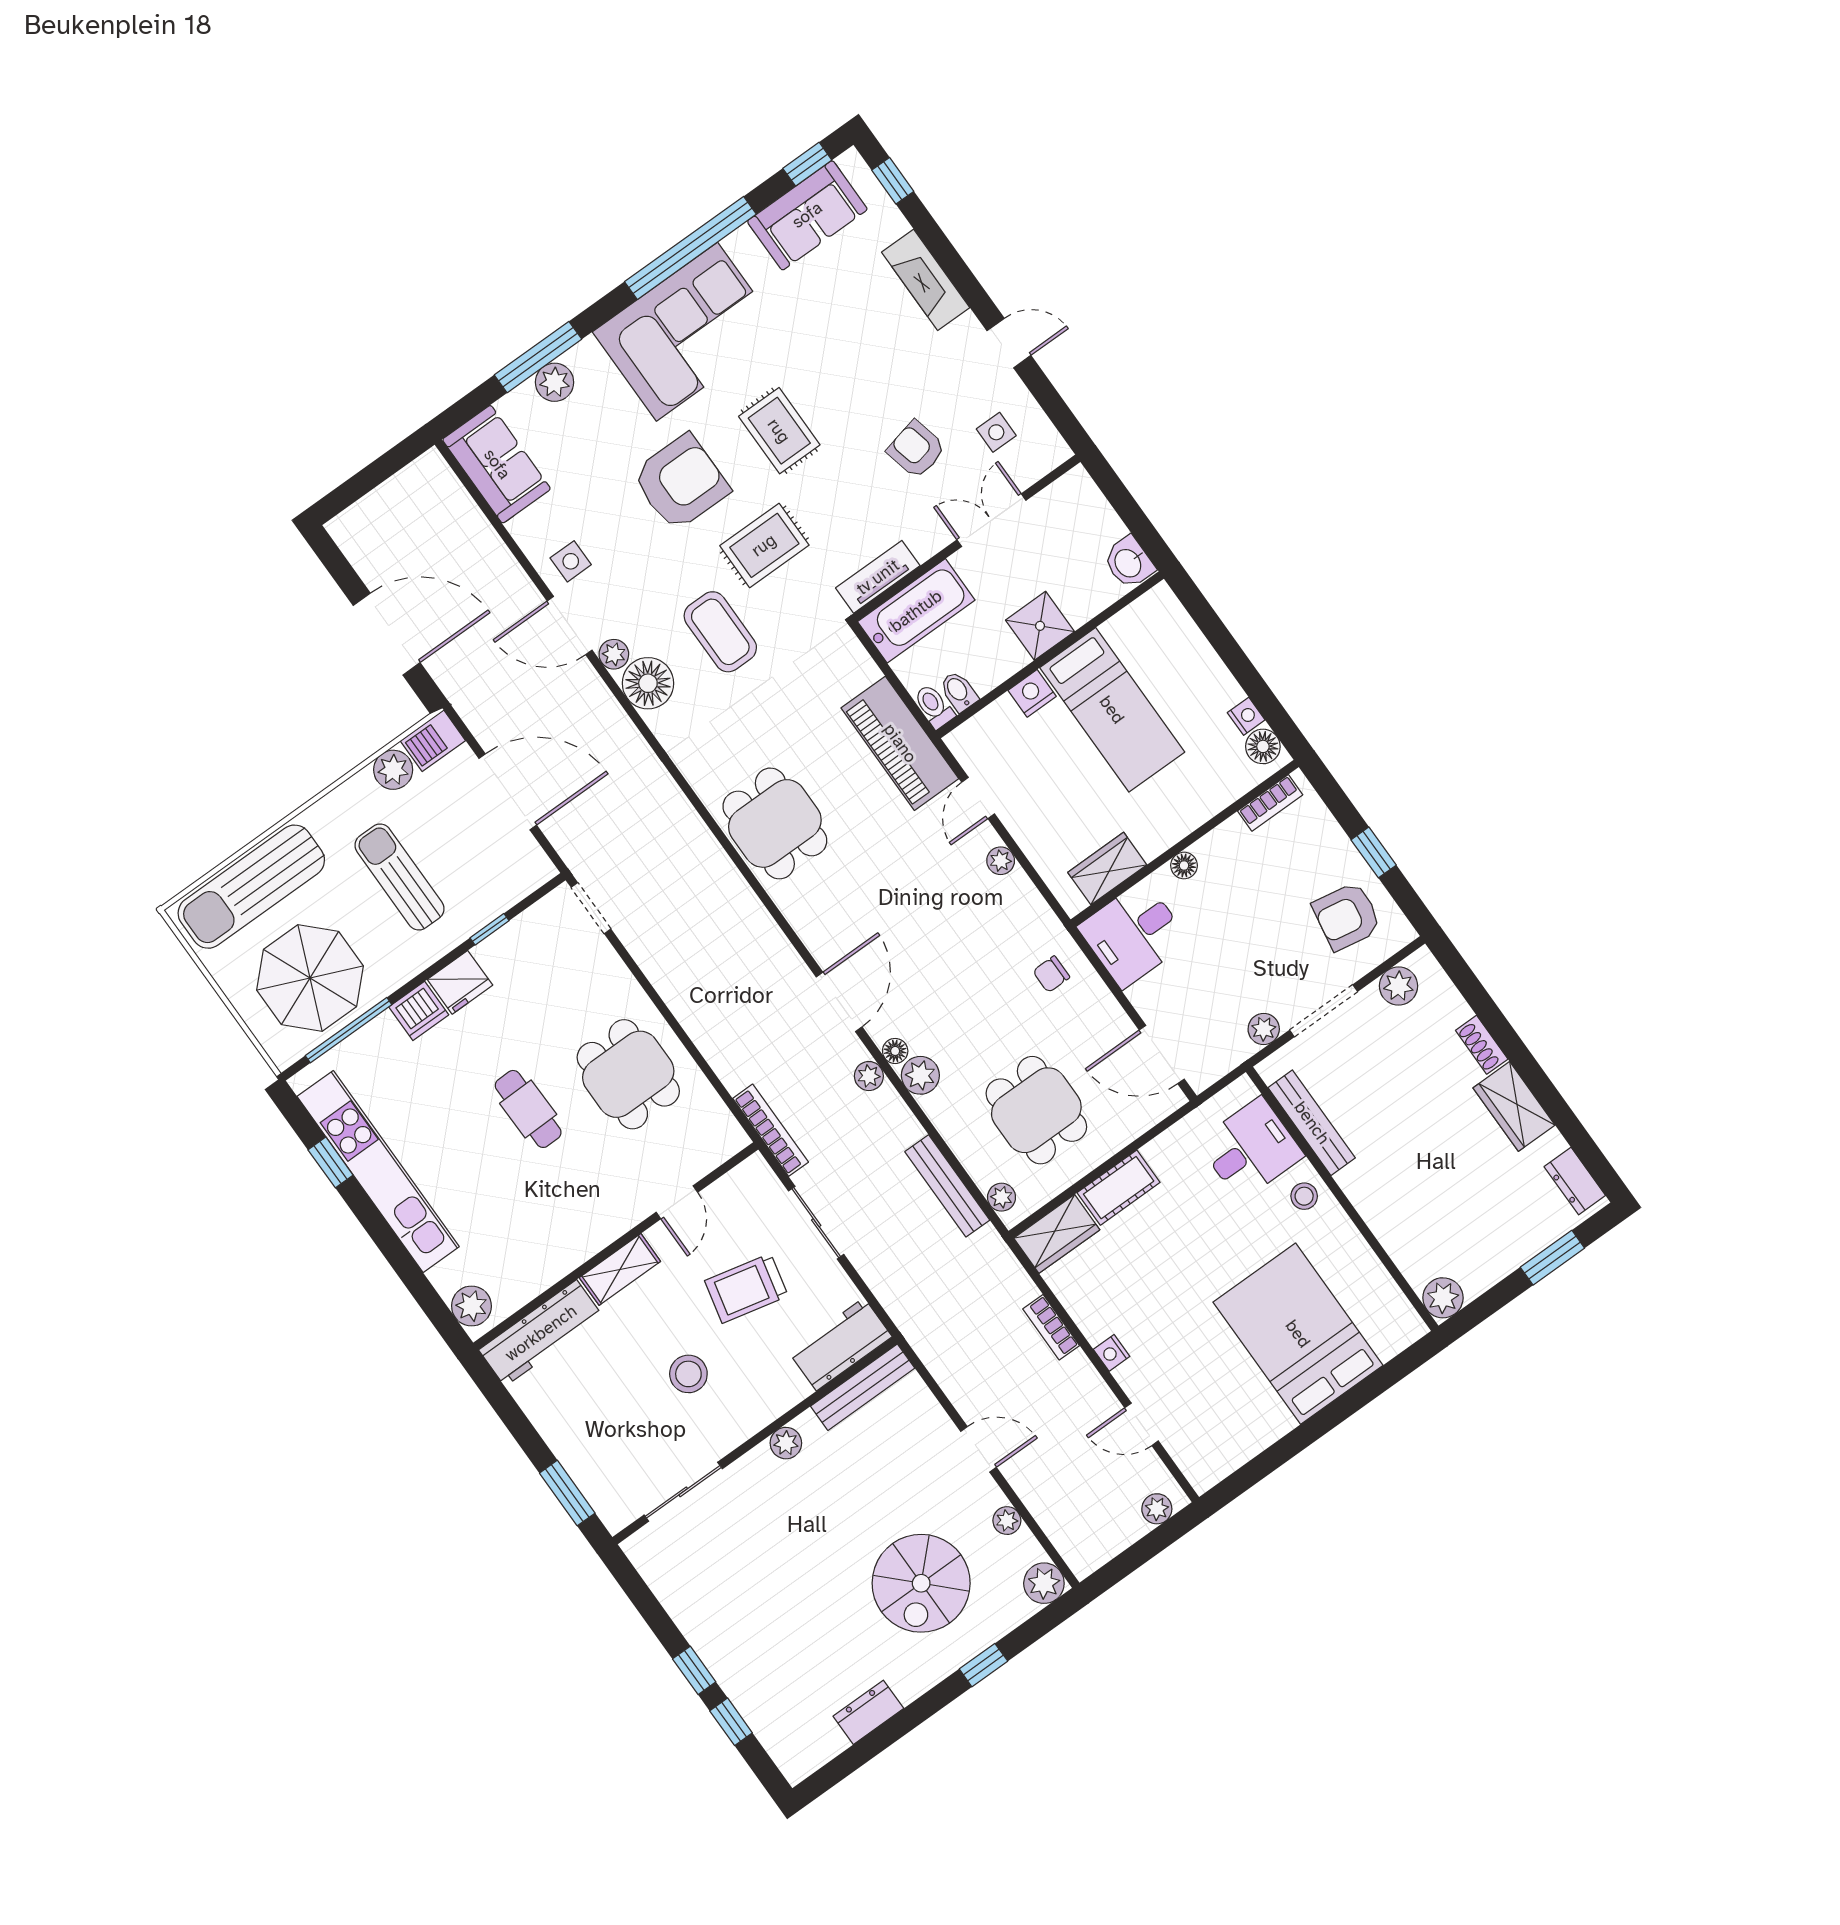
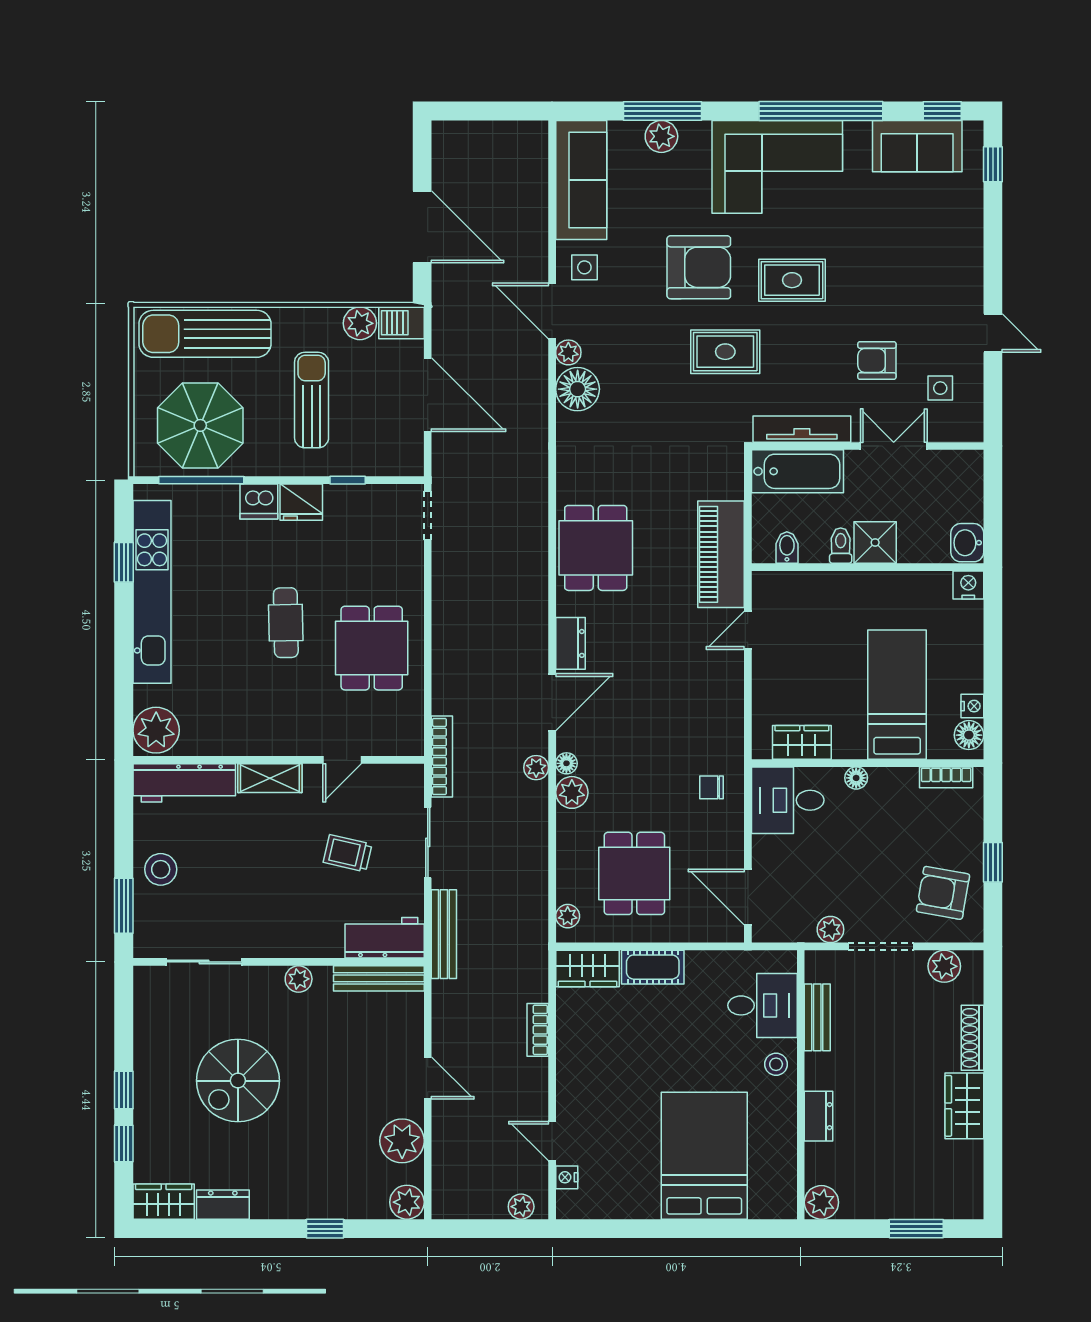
fireplace: (926, 280) -> (967, 249), removed
rug: (779, 431) -> (792, 280), turned 90
armchair: (916, 449) -> (877, 360), turned -77
sofa: (497, 464) -> (581, 180), width x1.36
tv unit: (878, 577) -> (802, 429), width x1.41
coffee table: (720, 632) -> (653, 389), removed
nightstand: (1032, 693) -> (968, 585), moved
toilet: (934, 706) -> (841, 546), moved
bed: (1112, 710) -> (897, 695), moved, turned 180
plant: (1001, 861) -> (732, 685), removed
dresser: (816, 933) -> (570, 643), added
shoe rack: (1482, 1045) -> (972, 1038), width x1.43
bench: (1312, 1123) -> (817, 1017), width x0.73
dresser: (1575, 1181) -> (819, 1116), moved, turned 180
bench: (947, 1186) -> (444, 934), moved
trolley: (746, 1288) -> (348, 853), width x0.73, depth x0.72
plant: (471, 1306) -> (156, 730), width x1.36, depth x1.36
nightstand: (1112, 1353) -> (567, 1177), moved
stool: (688, 1374) -> (161, 869), moved
plant: (1007, 1521) -> (402, 1141), width x1.88, depth x1.88
spiral stairs: (921, 1583) -> (238, 1081), moved
wardrobe: (809, 1750) -> (164, 1202), added

